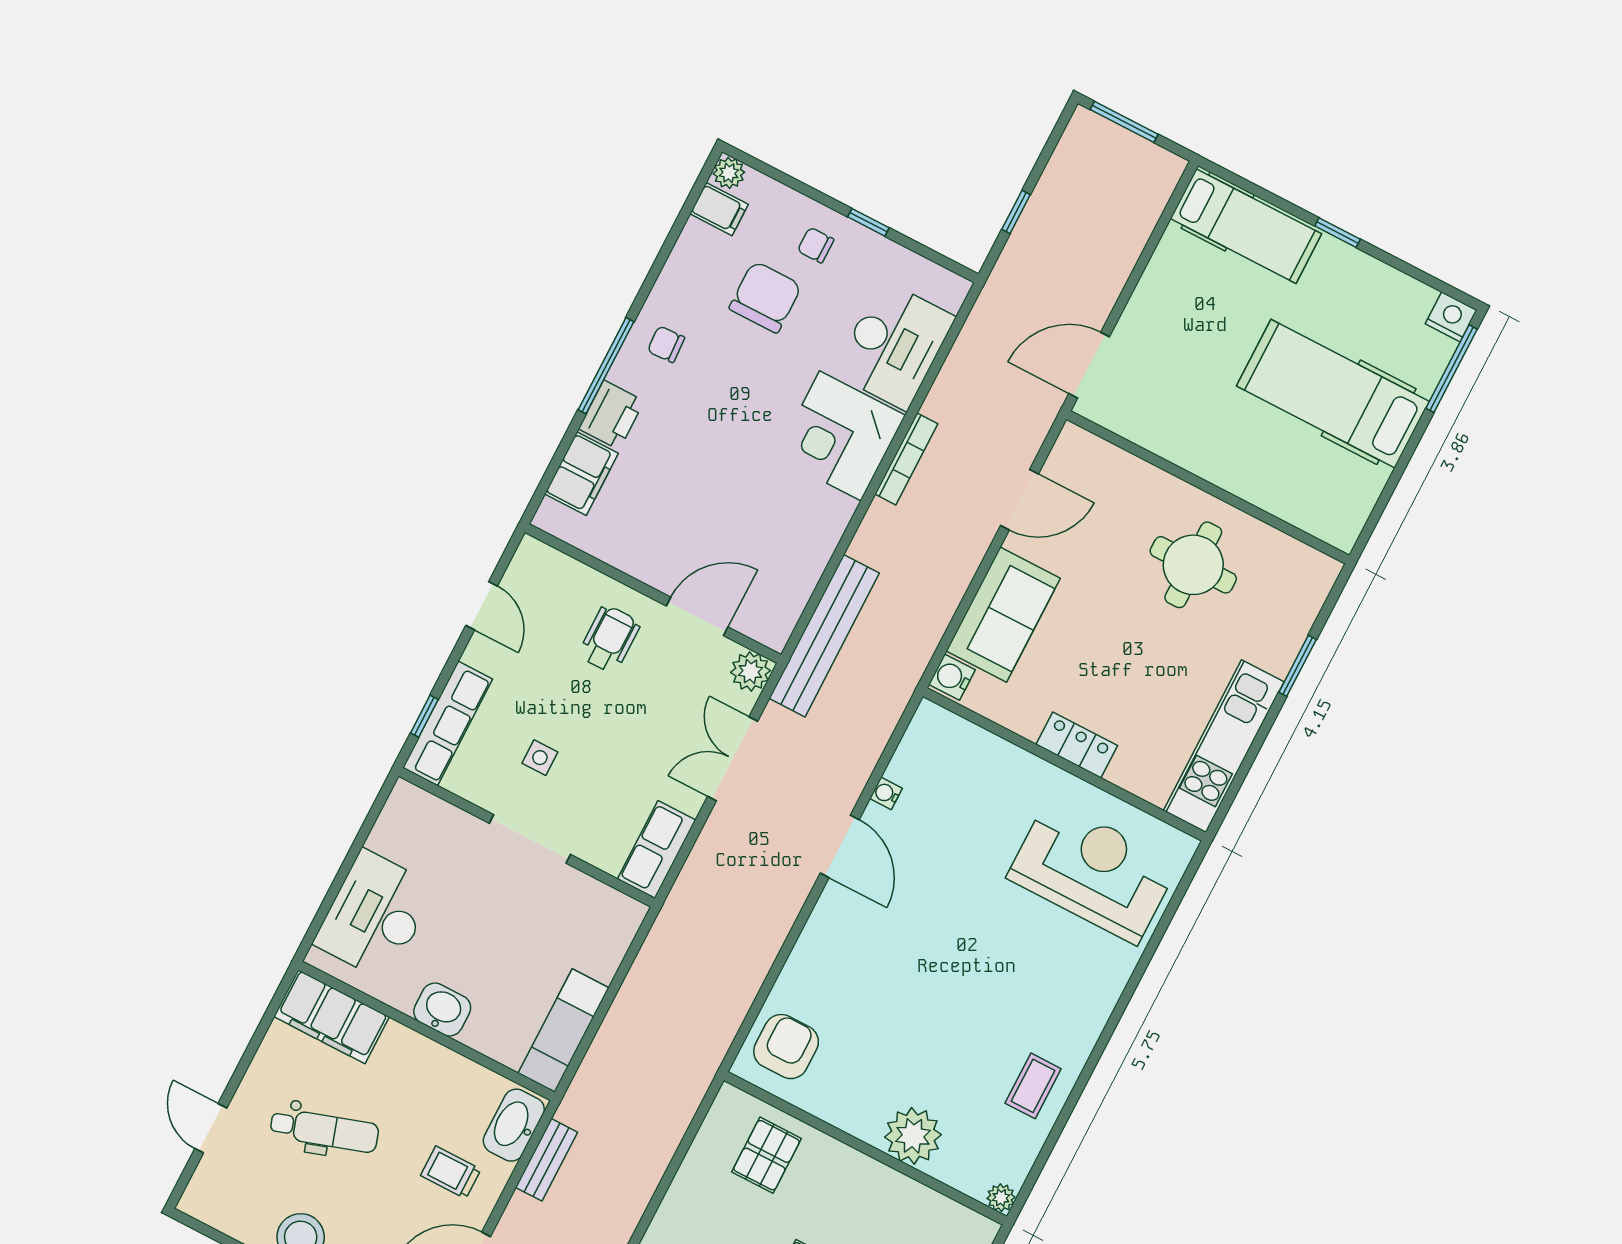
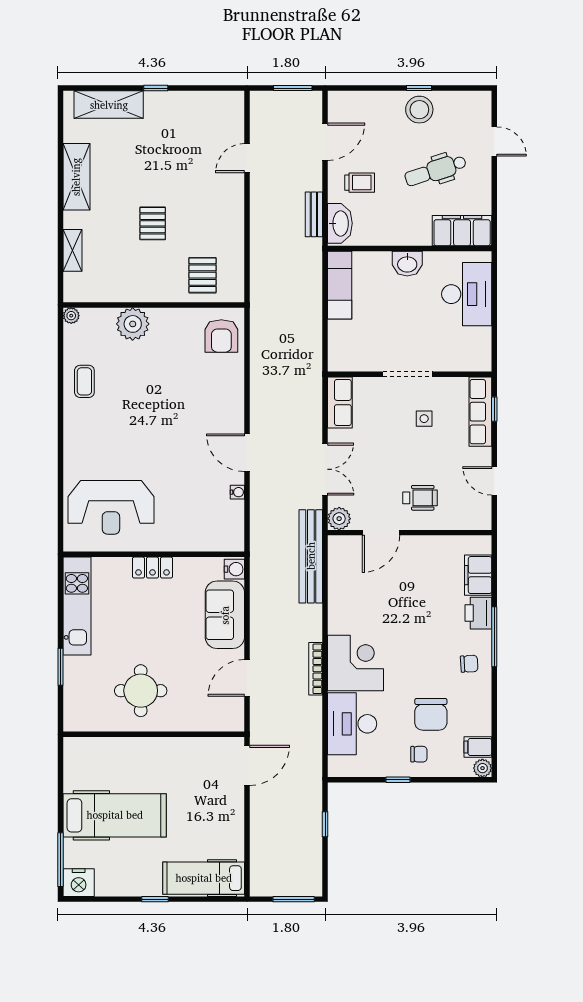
nightstand: (1451, 317) -> (79, 883), width x1.36, depth x1.33
wheelchair: (609, 639) -> (420, 498), turned -90

